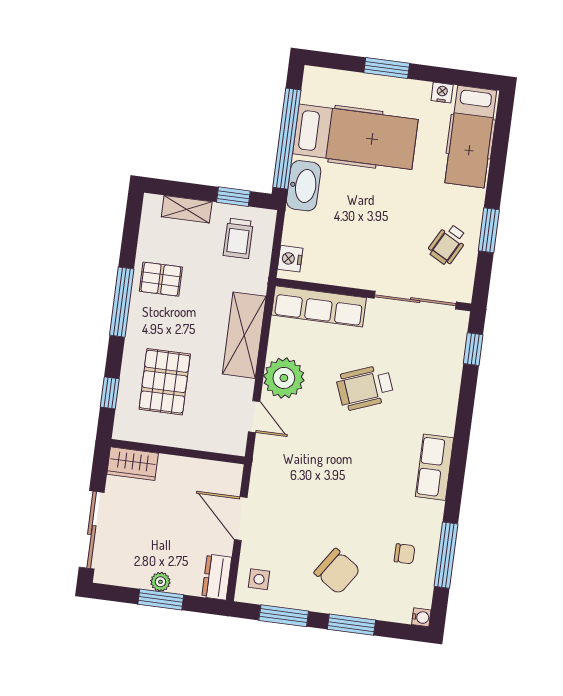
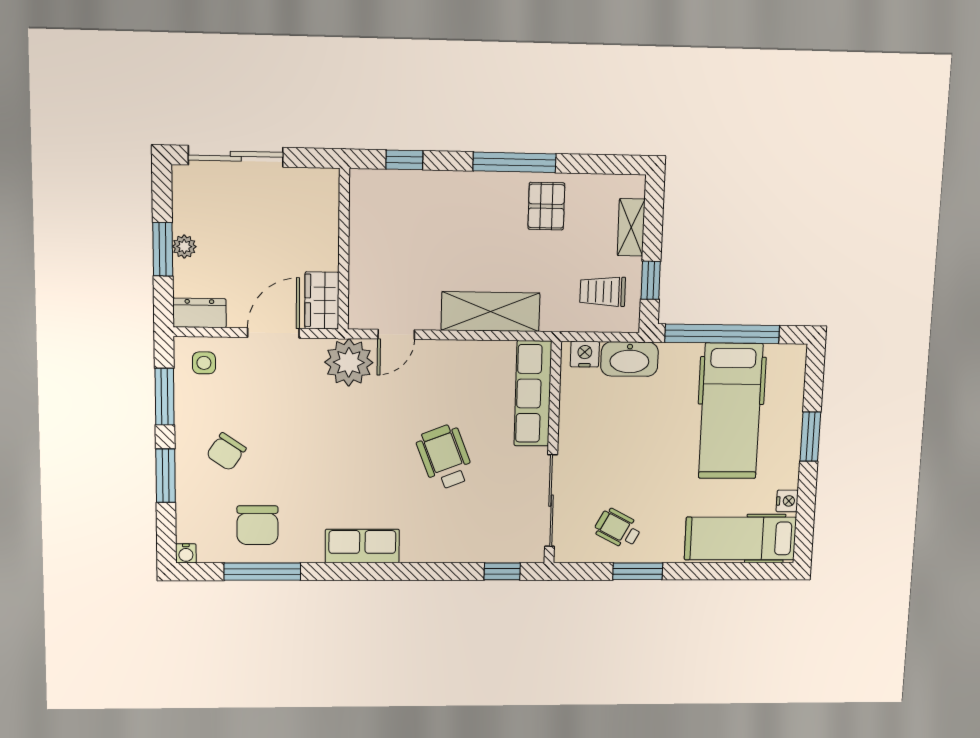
washbasin: (304, 186) -> (629, 359), moved
plant: (284, 378) -> (349, 362), moved
pallet: (165, 382) -> (425, 224), removed
wardrobe: (133, 464) -> (322, 300), moved
chair: (404, 554) -> (257, 525), width x1.87, depth x1.87
chair: (337, 571) -> (226, 452), width x0.73, depth x0.73

